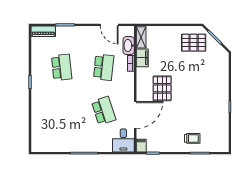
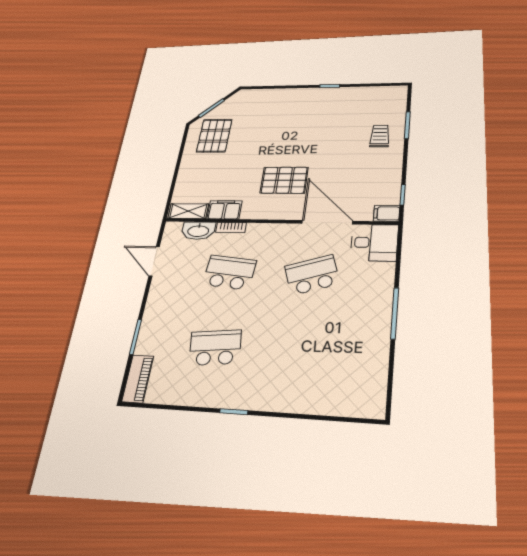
door: (109, 25) -> (154, 261), swing flipped

